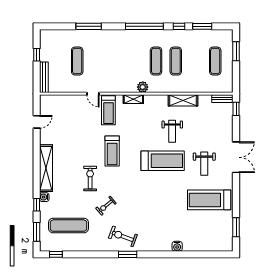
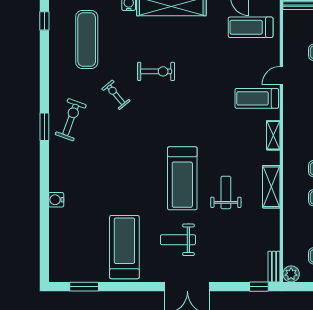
plant: (143, 87) -> (291, 274), moved
shelving: (183, 100) -> (271, 187), moved
weight bench: (172, 131) -> (226, 192), turned 90
treadmill: (112, 151) -> (251, 27), moved

